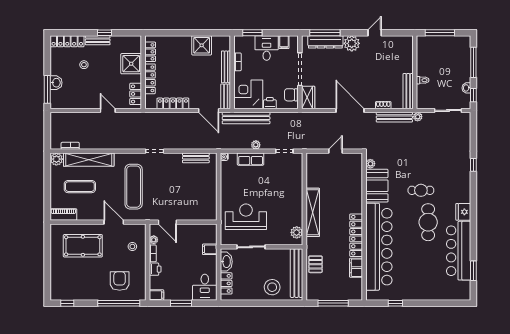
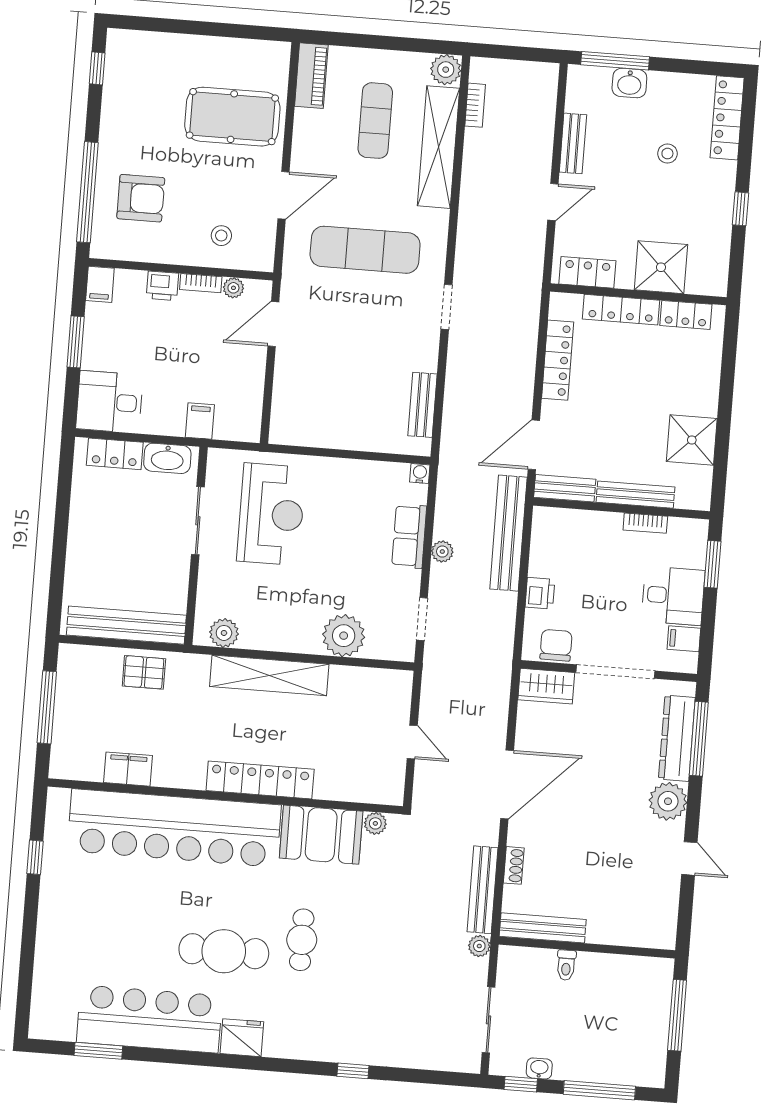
bench: (98, 40) -> (573, 143), moved
corner desk: (248, 94) -> (565, 543), removed
plant: (294, 183) -> (344, 636), added
locker: (356, 235) -> (260, 780), moved
pool table: (83, 246) -> (232, 117), turned 90
stool: (272, 287) -> (97, 564), removed

